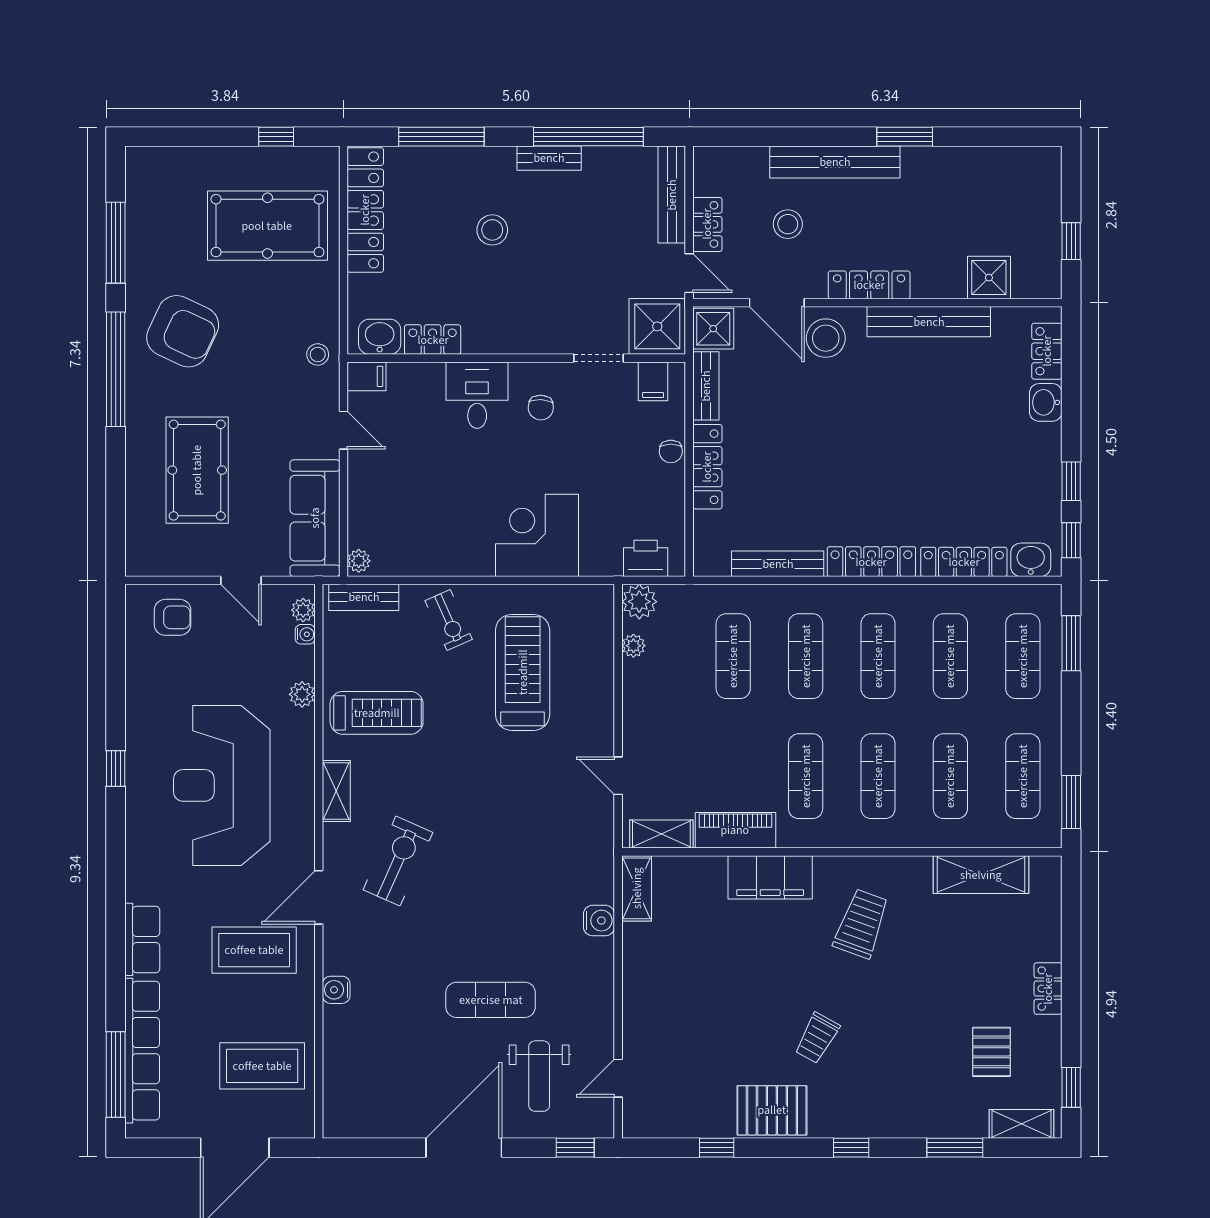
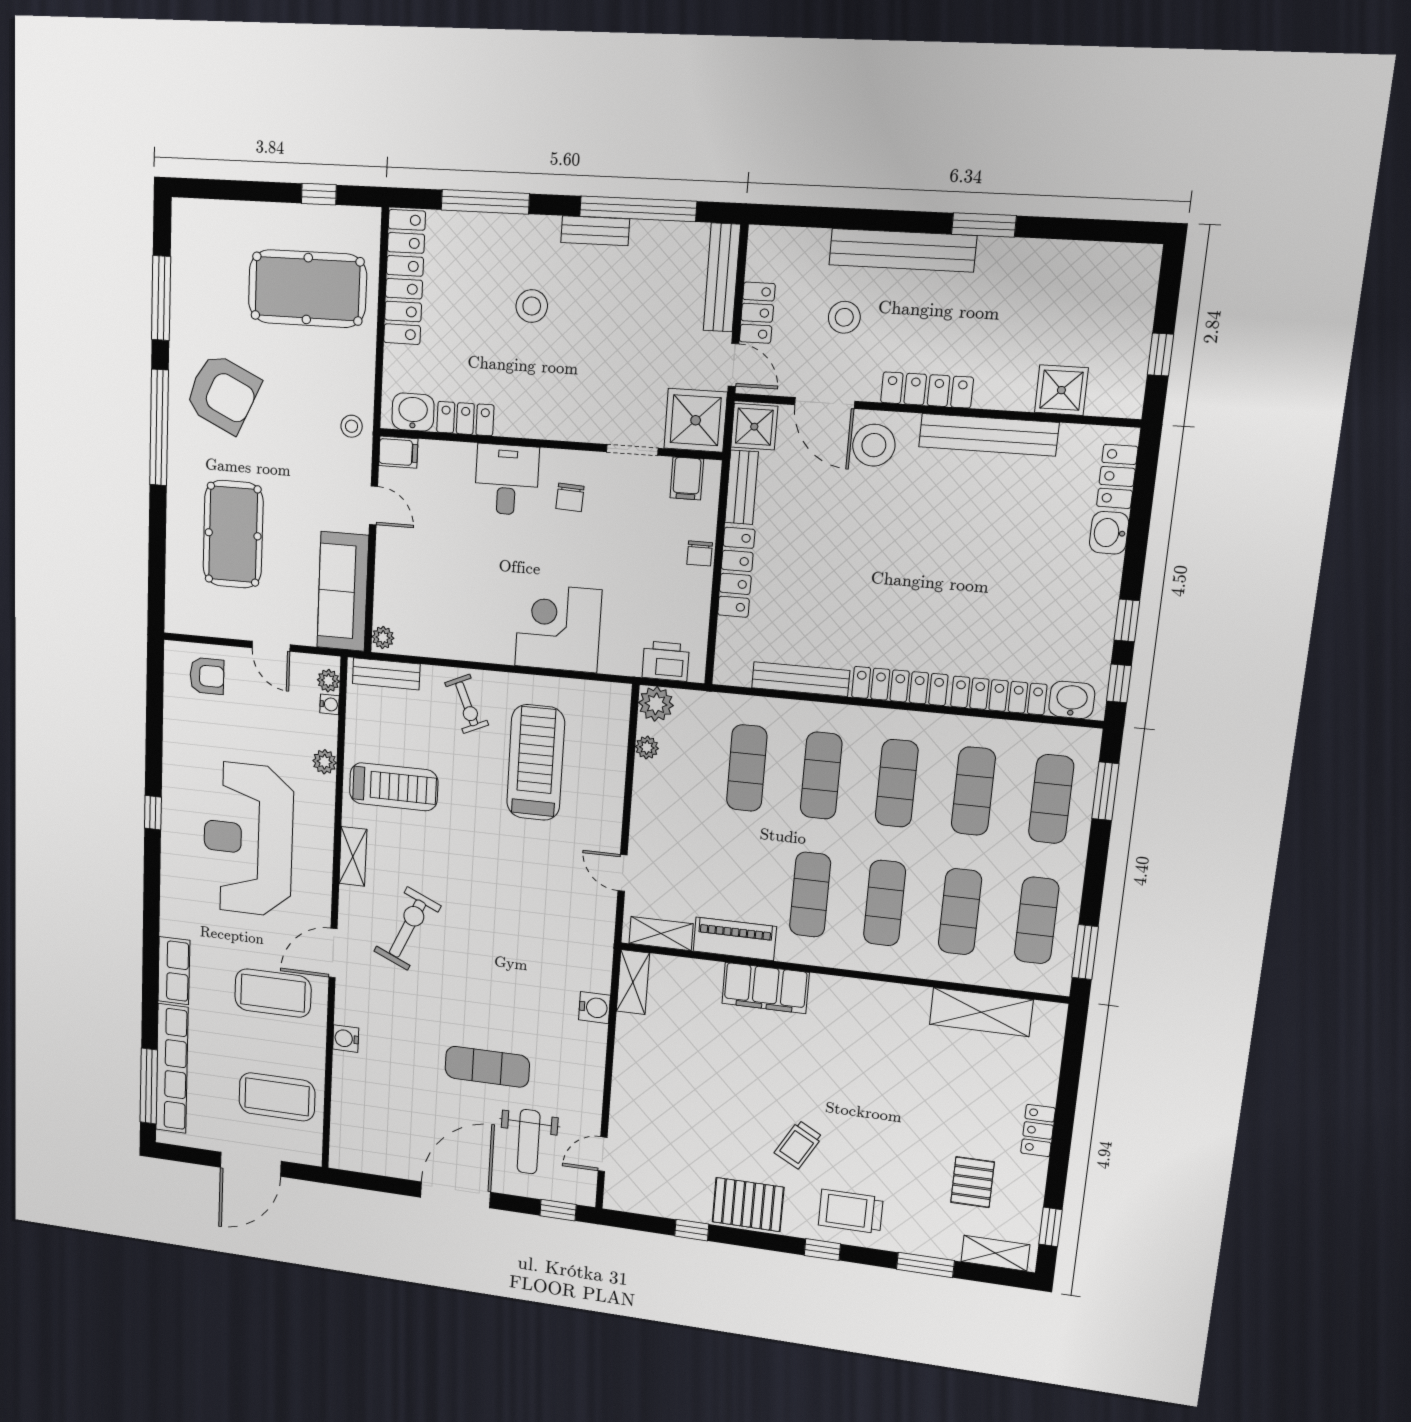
trolley: (861, 924) -> (851, 1211), moved, turned -110

